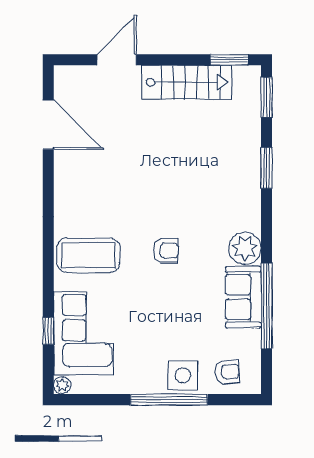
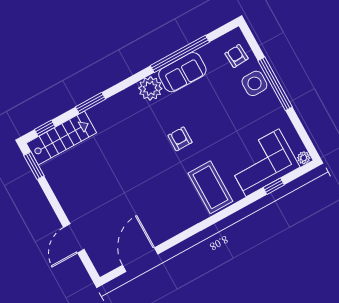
door: (117, 60) -> (74, 238), hinge flipped
stairs: (187, 82) -> (61, 138), moved, turned 90
window: (267, 97) -> (45, 128), width x0.67

